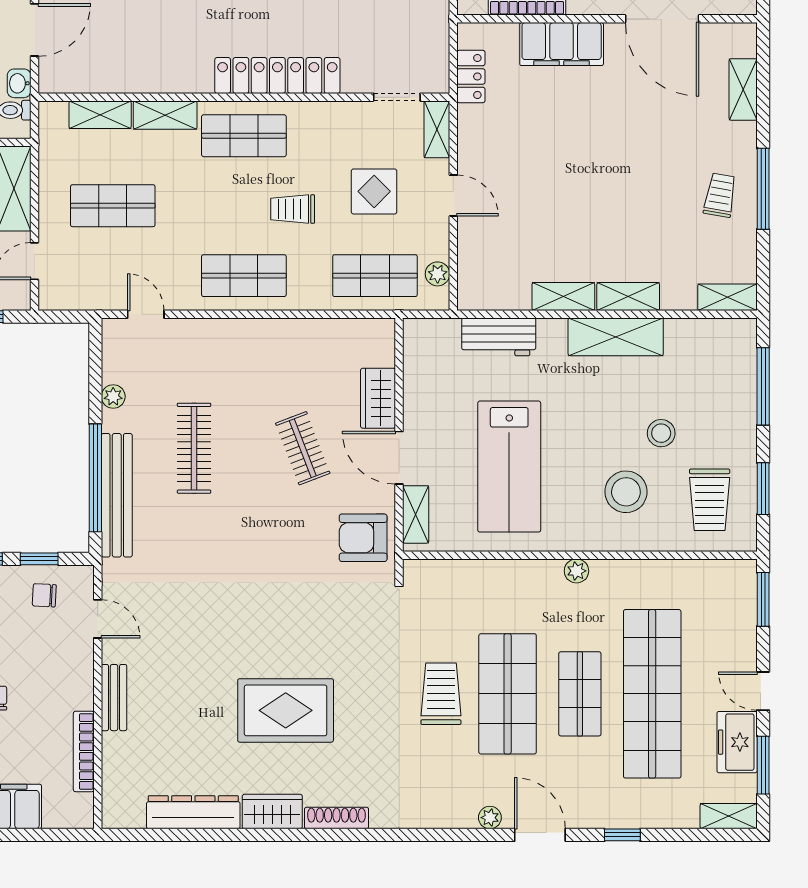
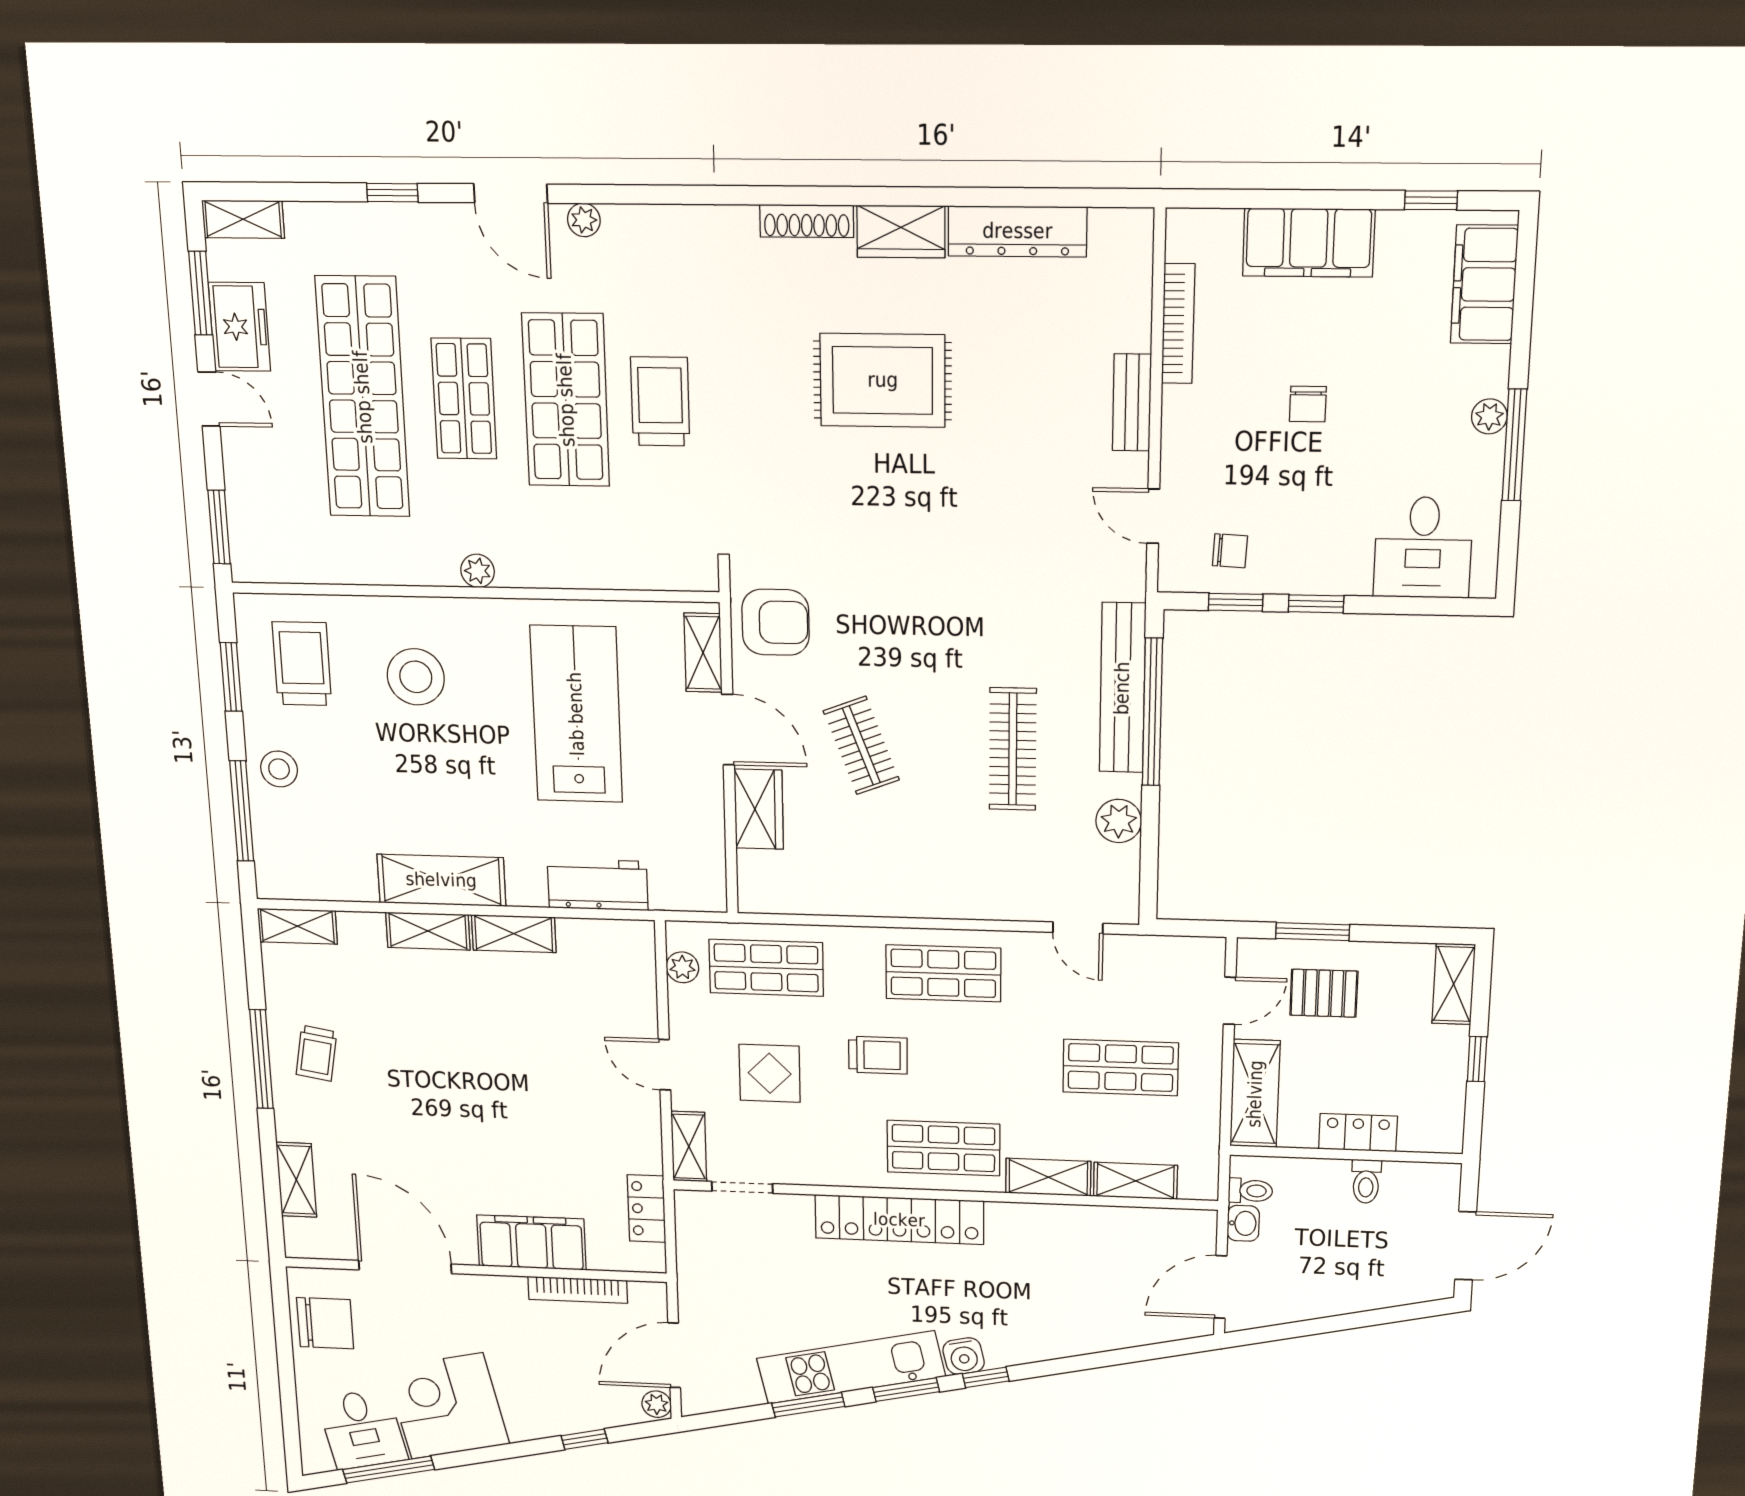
plant: (113, 396) -> (1119, 821), width x1.38, depth x1.38
stool: (661, 433) -> (279, 769), moved
trolley: (441, 694) -> (660, 401), turned 180

